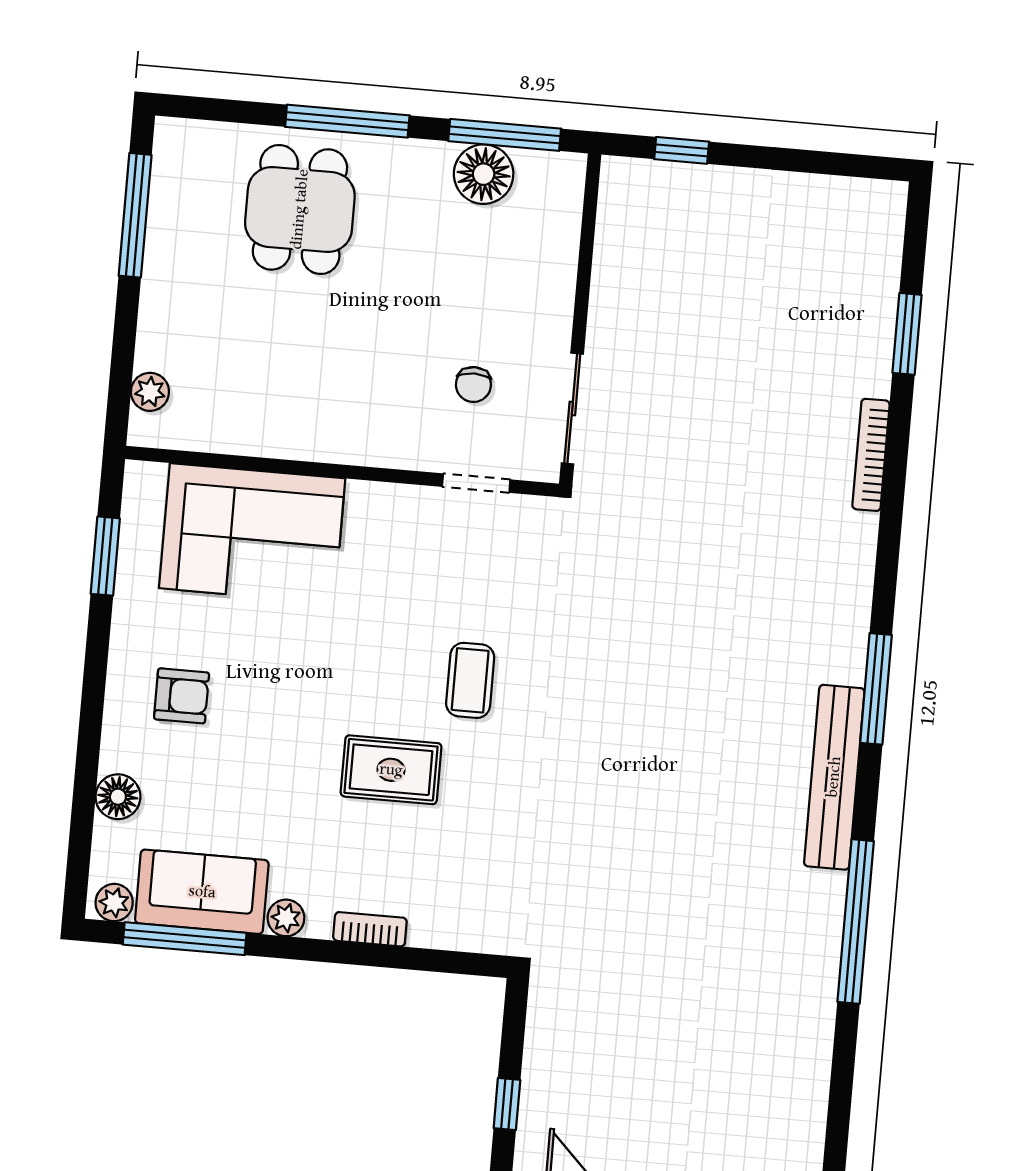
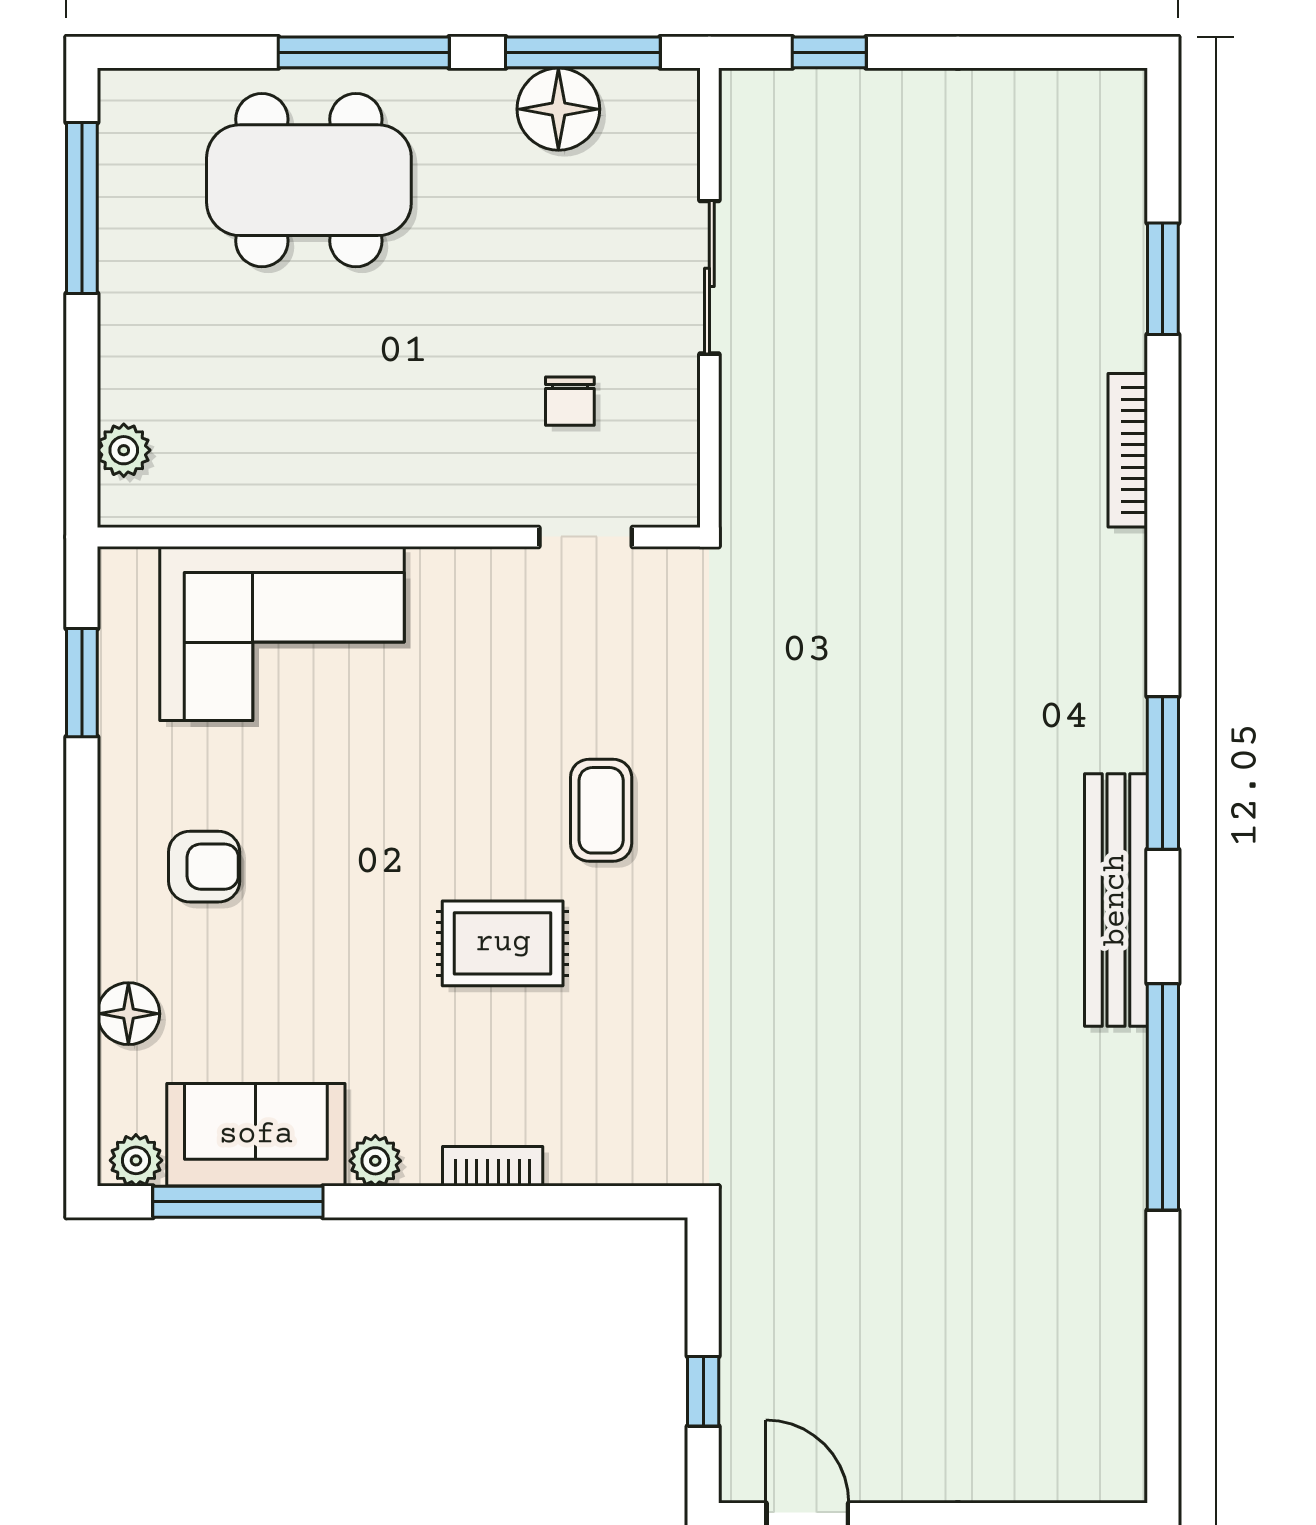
dining table: (300, 209) -> (309, 180), width x1.38
sliding door: (572, 408) -> (709, 277), moved

